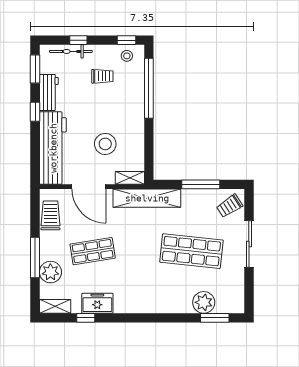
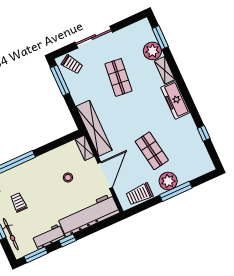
stool: (105, 144) -> (68, 177), width x0.53, depth x0.53
window: (201, 184) -> (60, 80), moved
shop shelf: (191, 251) -> (118, 77), width x0.70, depth x0.74
plant: (50, 272) -> (168, 181), moved
freezer: (97, 303) -> (175, 100), moved, width x1.40
shelving: (55, 306) -> (165, 70), moved

